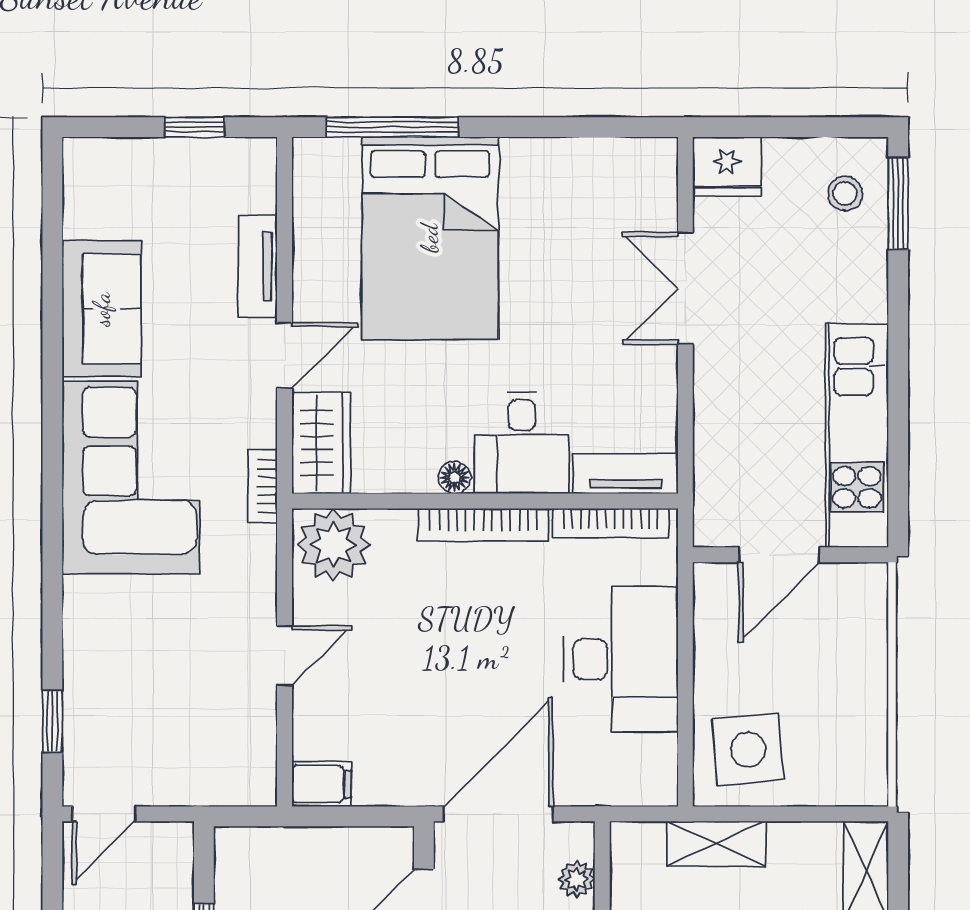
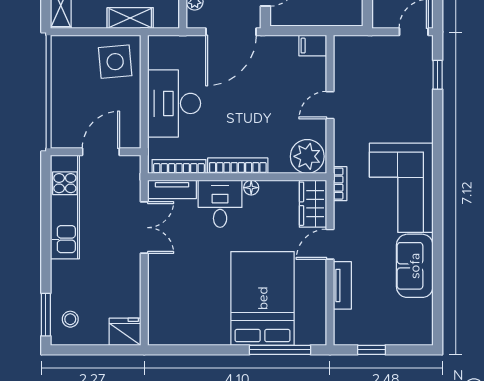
double door: (685, 288) -> (144, 228), moved

